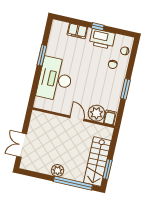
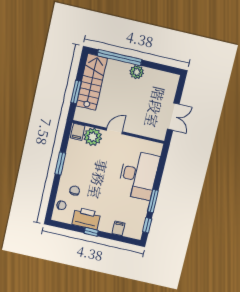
filing cabinet: (77, 31) -> (118, 228), width x0.50
window: (47, 33) -> (147, 225), added
door: (77, 118) -> (114, 131), swing flipped
double door: (22, 145) -> (173, 117), moved
window: (108, 169) -> (76, 92), moved

